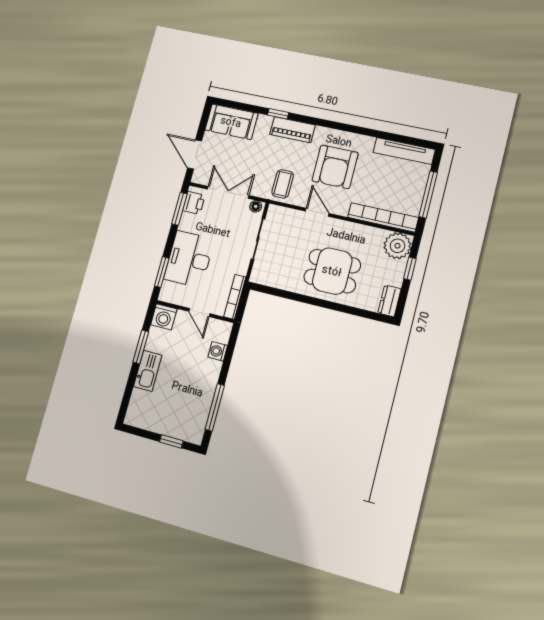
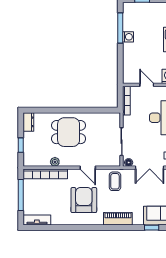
window: (278, 114) -> (152, 228), moved
tv unit: (404, 151) -> (37, 220), width x0.71
plant: (397, 246) -> (55, 162), moved, width x0.53, depth x0.53
washing machine: (218, 351) -> (128, 37), moved

